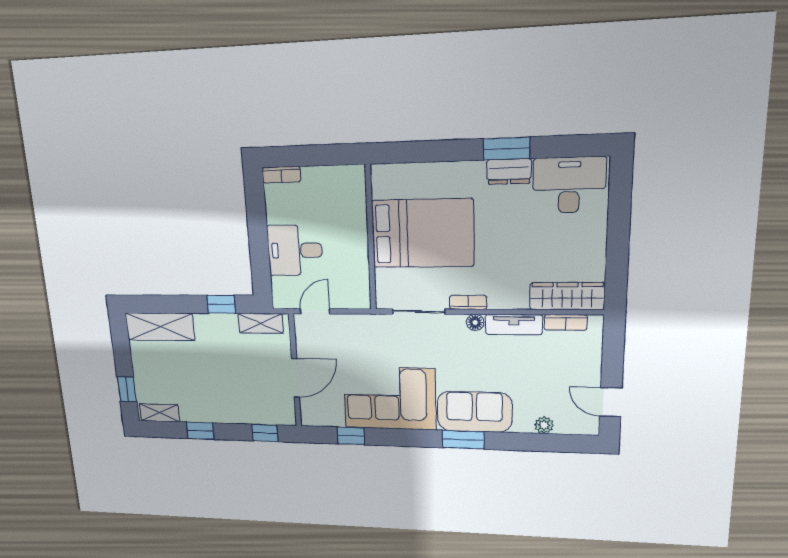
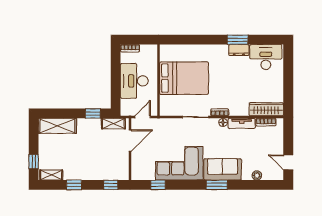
bed: (423, 233) -> (184, 78), moved
wall: (371, 238) -> (159, 80), moved
desk: (295, 250) -> (134, 81), width x1.37
door: (295, 378) -> (130, 141), moved

